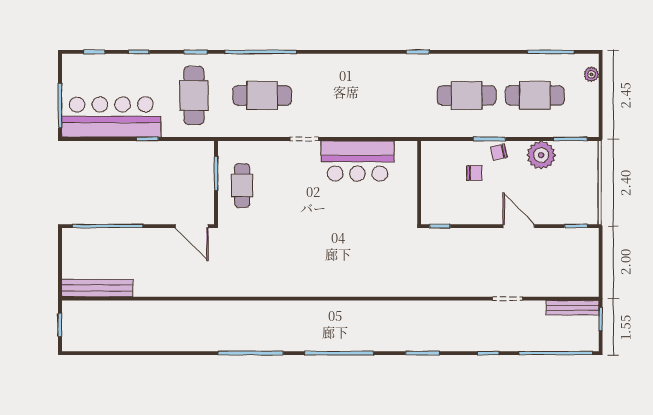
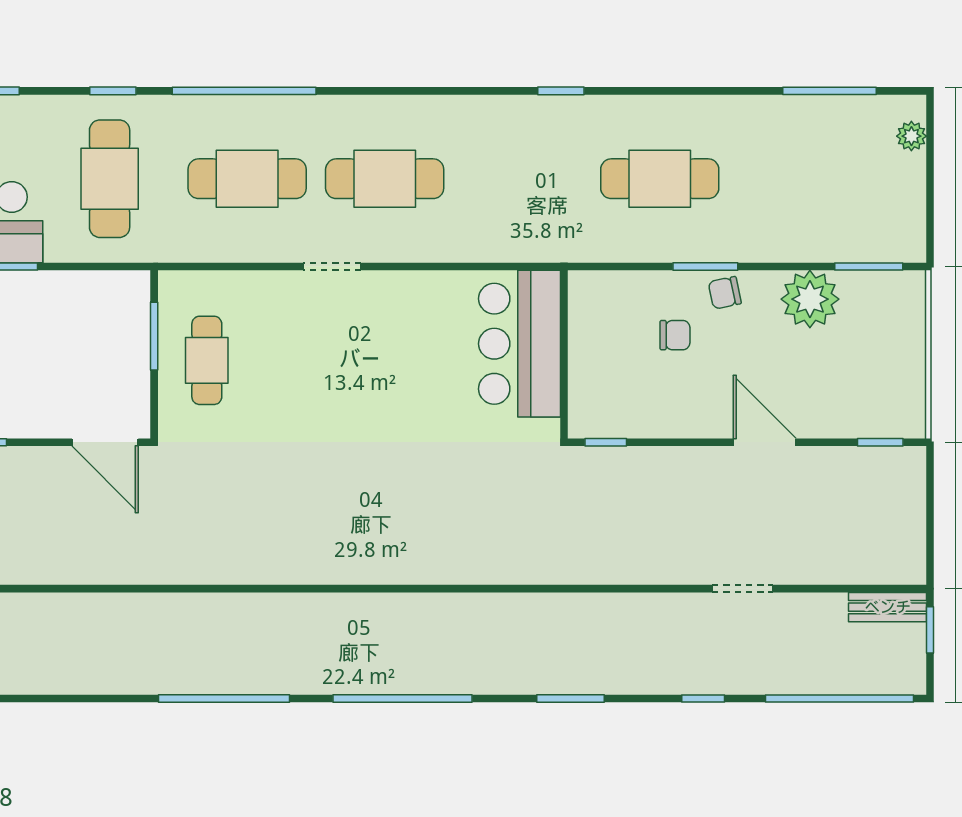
cafe table: (535, 95) -> (385, 179), moved
bar counter: (357, 161) -> (520, 344), moved, turned 90
bench: (573, 308) -> (888, 607), width x0.73

